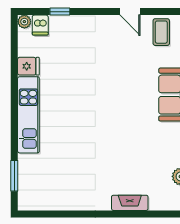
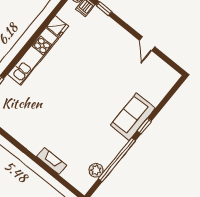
coffee table: (161, 32) -> (156, 72), removed

